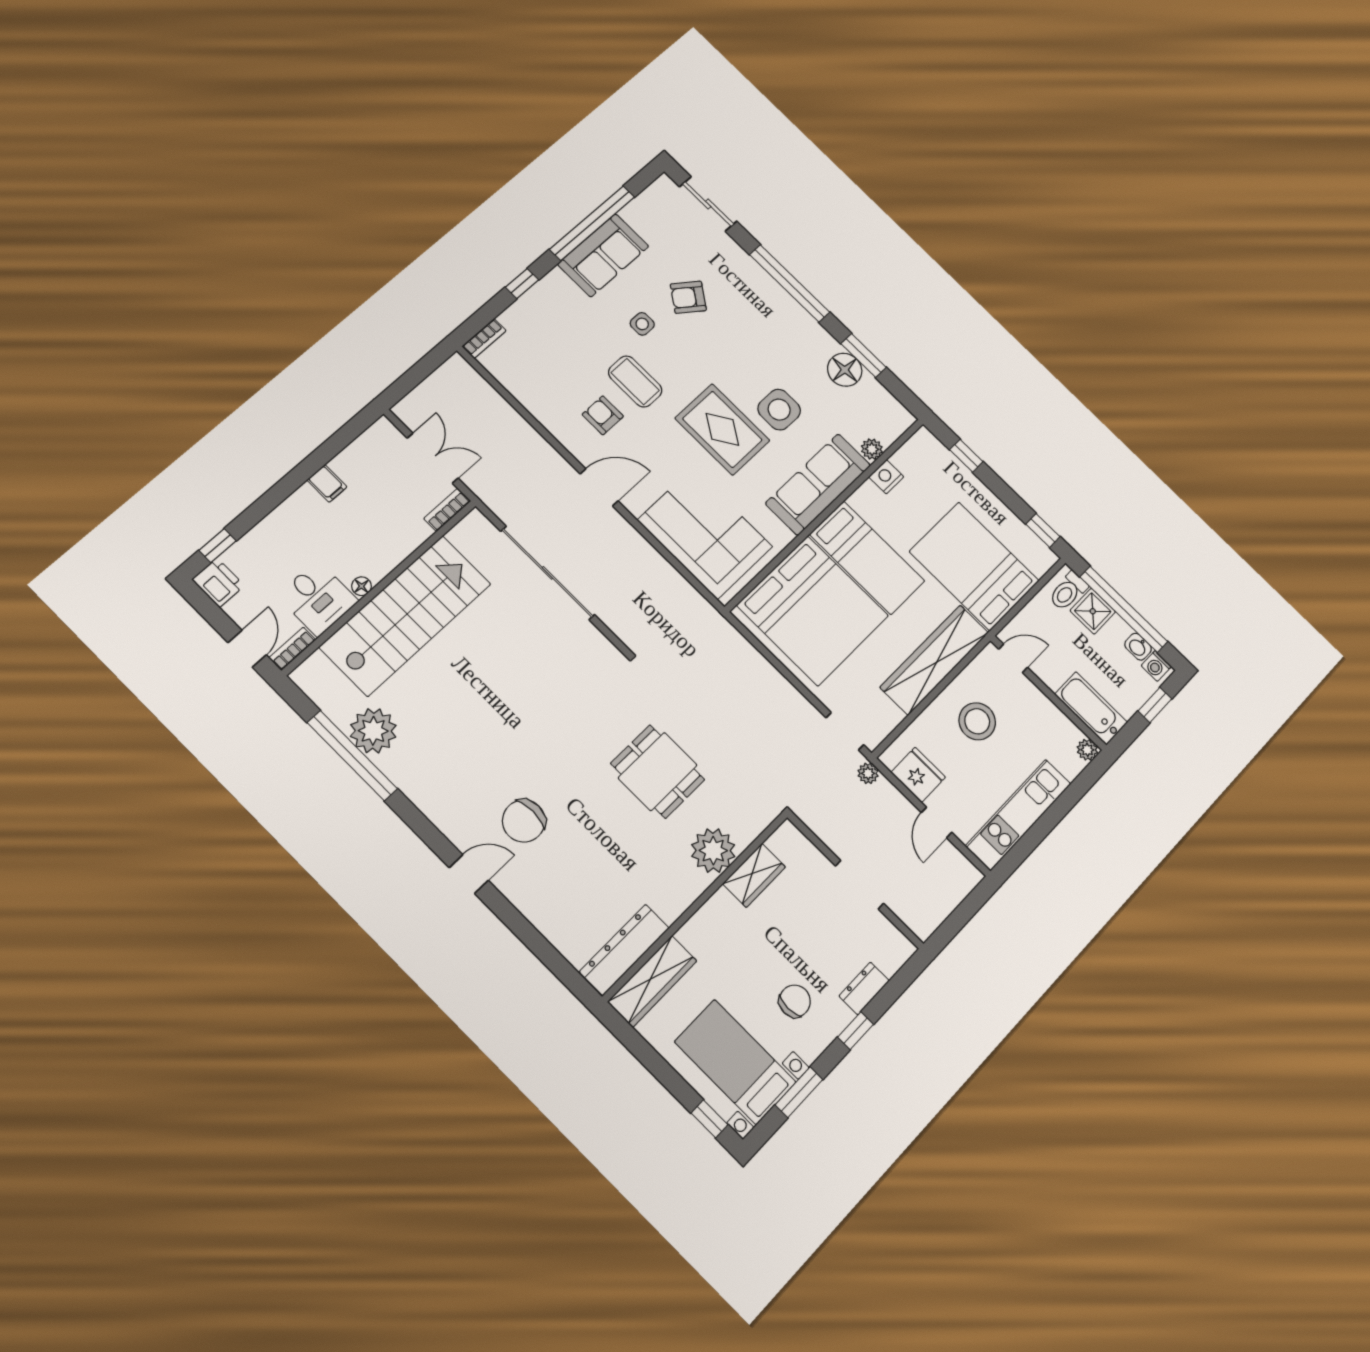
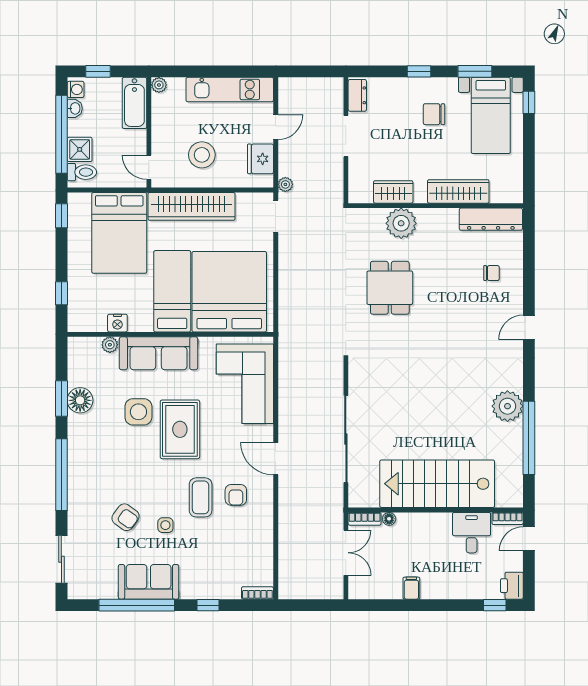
double door: (433, 458) -> (346, 553), swing flipped
floor lamp: (362, 586) -> (389, 519), moved
plant: (373, 731) -> (507, 406), moved
chair: (524, 821) -> (491, 273), moved, width x0.54, depth x0.54
door: (469, 874) -> (529, 327), hinge flipped
wardrobe: (652, 981) -> (458, 191), moved
dresser: (864, 988) -> (357, 95), moved, turned -90

